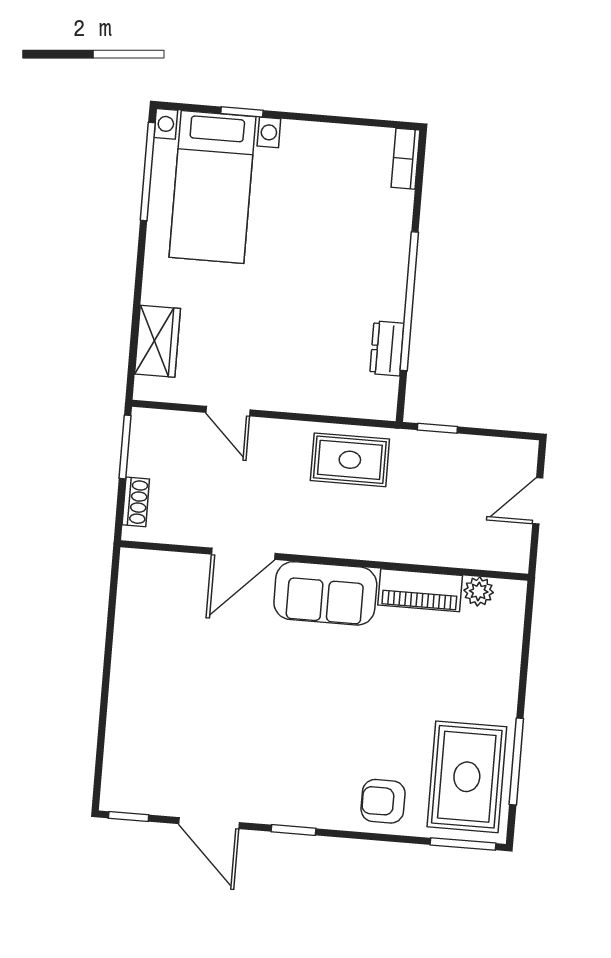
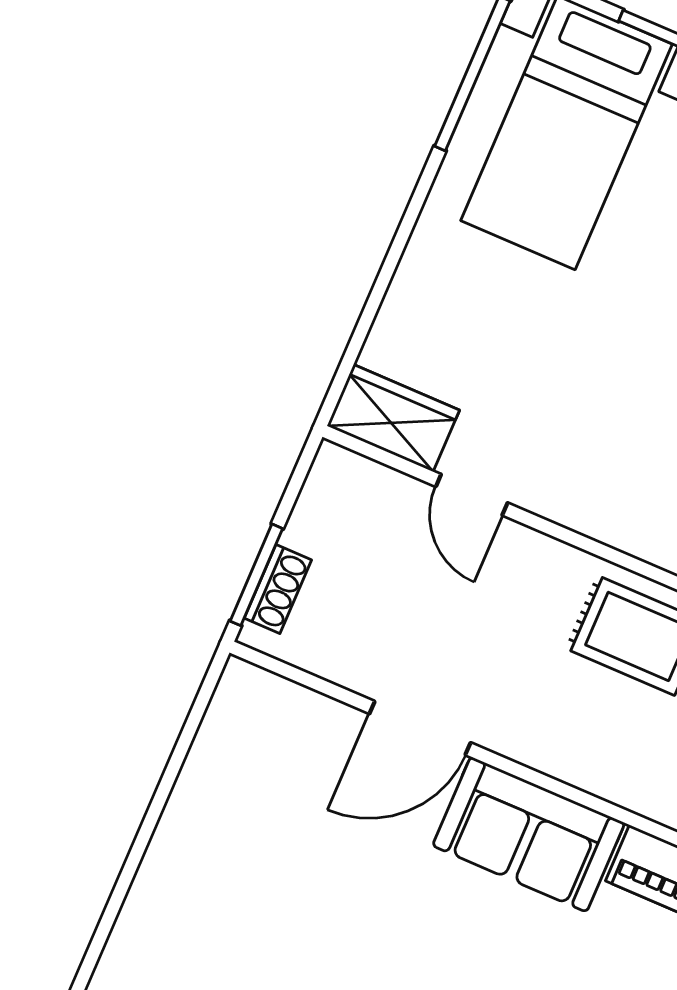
wardrobe: (157, 341) -> (393, 418), moved, turned -90
window: (125, 447) -> (256, 575), moved

